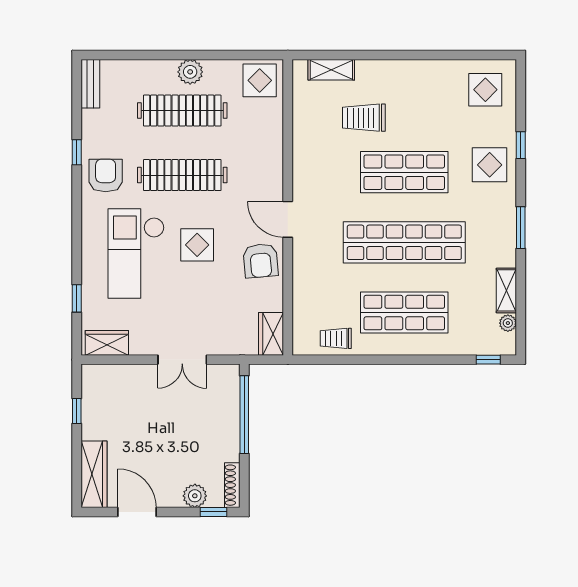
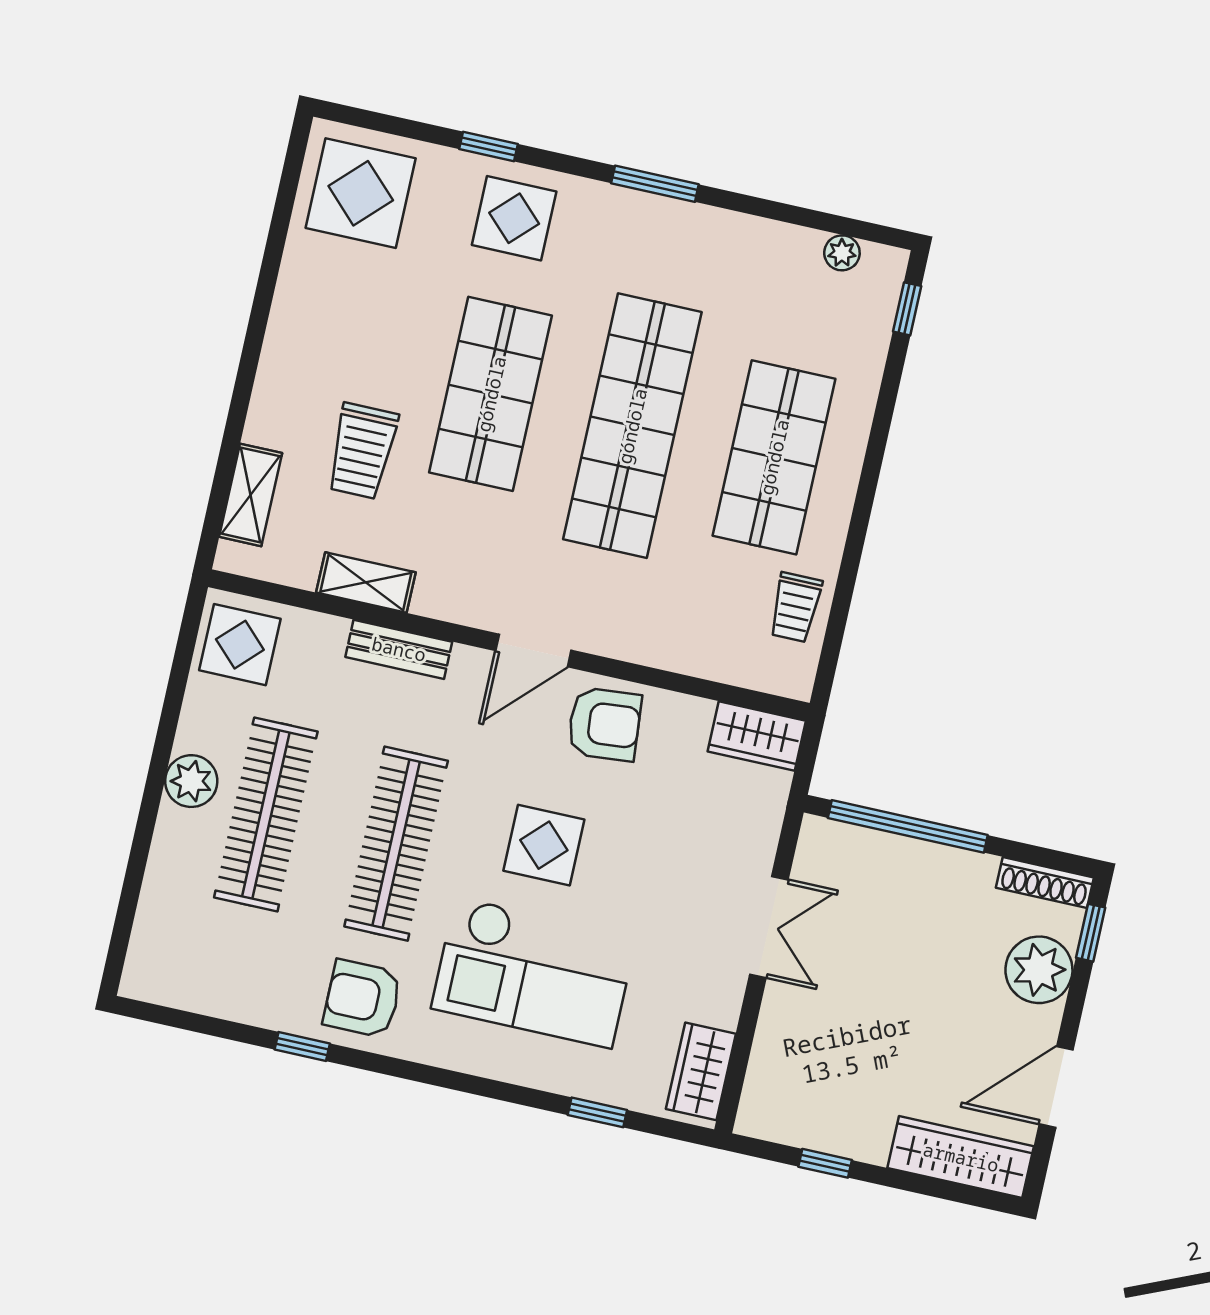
bench: (90, 84) -> (399, 649), moved
display table: (485, 90) -> (361, 193), width x1.36, depth x1.36
shelving: (506, 290) -> (366, 582), moved
plant: (195, 496) -> (1039, 970), width x1.36, depth x1.36

